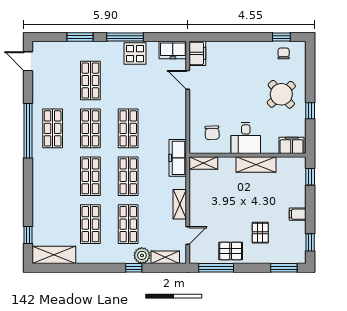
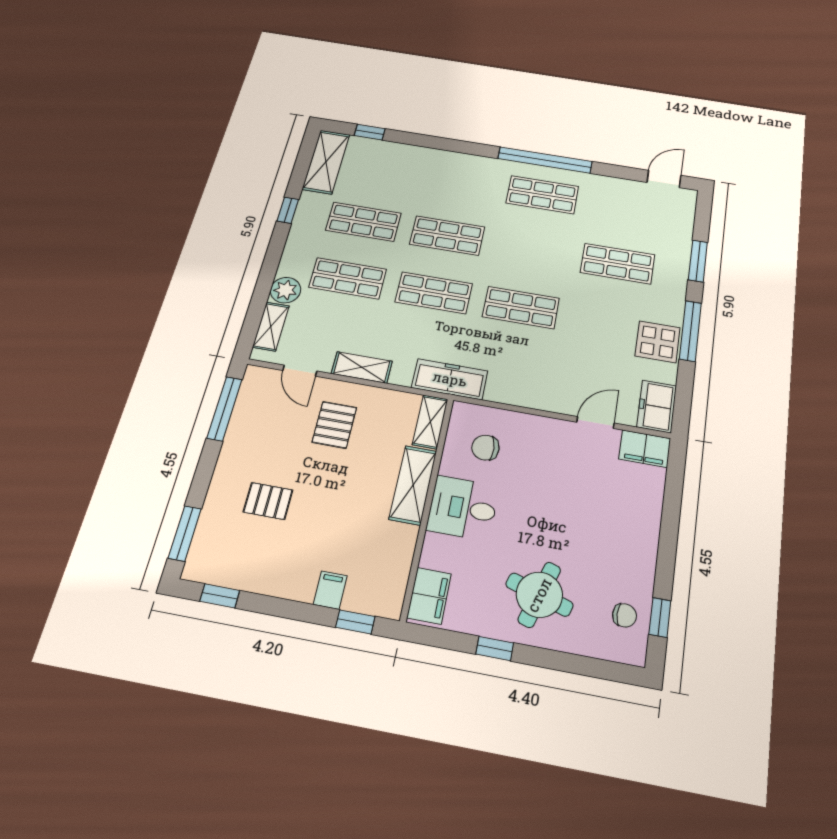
round table: (281, 94) -> (539, 595), turned -31
shop shelf: (90, 128) -> (532, 250), removed
shelving: (256, 164) -> (413, 485), moved
filing cabinet: (298, 214) -> (330, 590), moved
pallet: (231, 251) -> (334, 425), moved
window: (134, 268) -> (288, 210), moved

